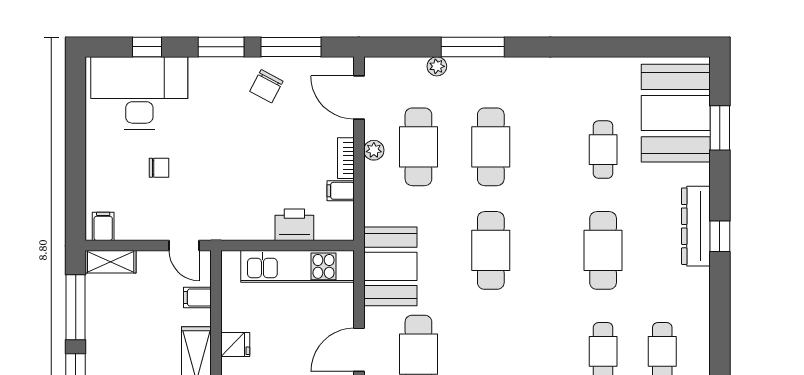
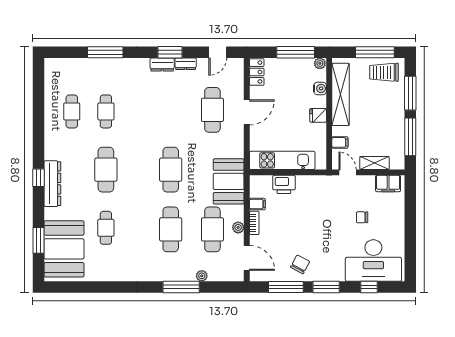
filing cabinet: (103, 226) -> (388, 183), width x2.00
shelving: (111, 262) -> (375, 163), moved
booth: (390, 266) -> (229, 181), moved

